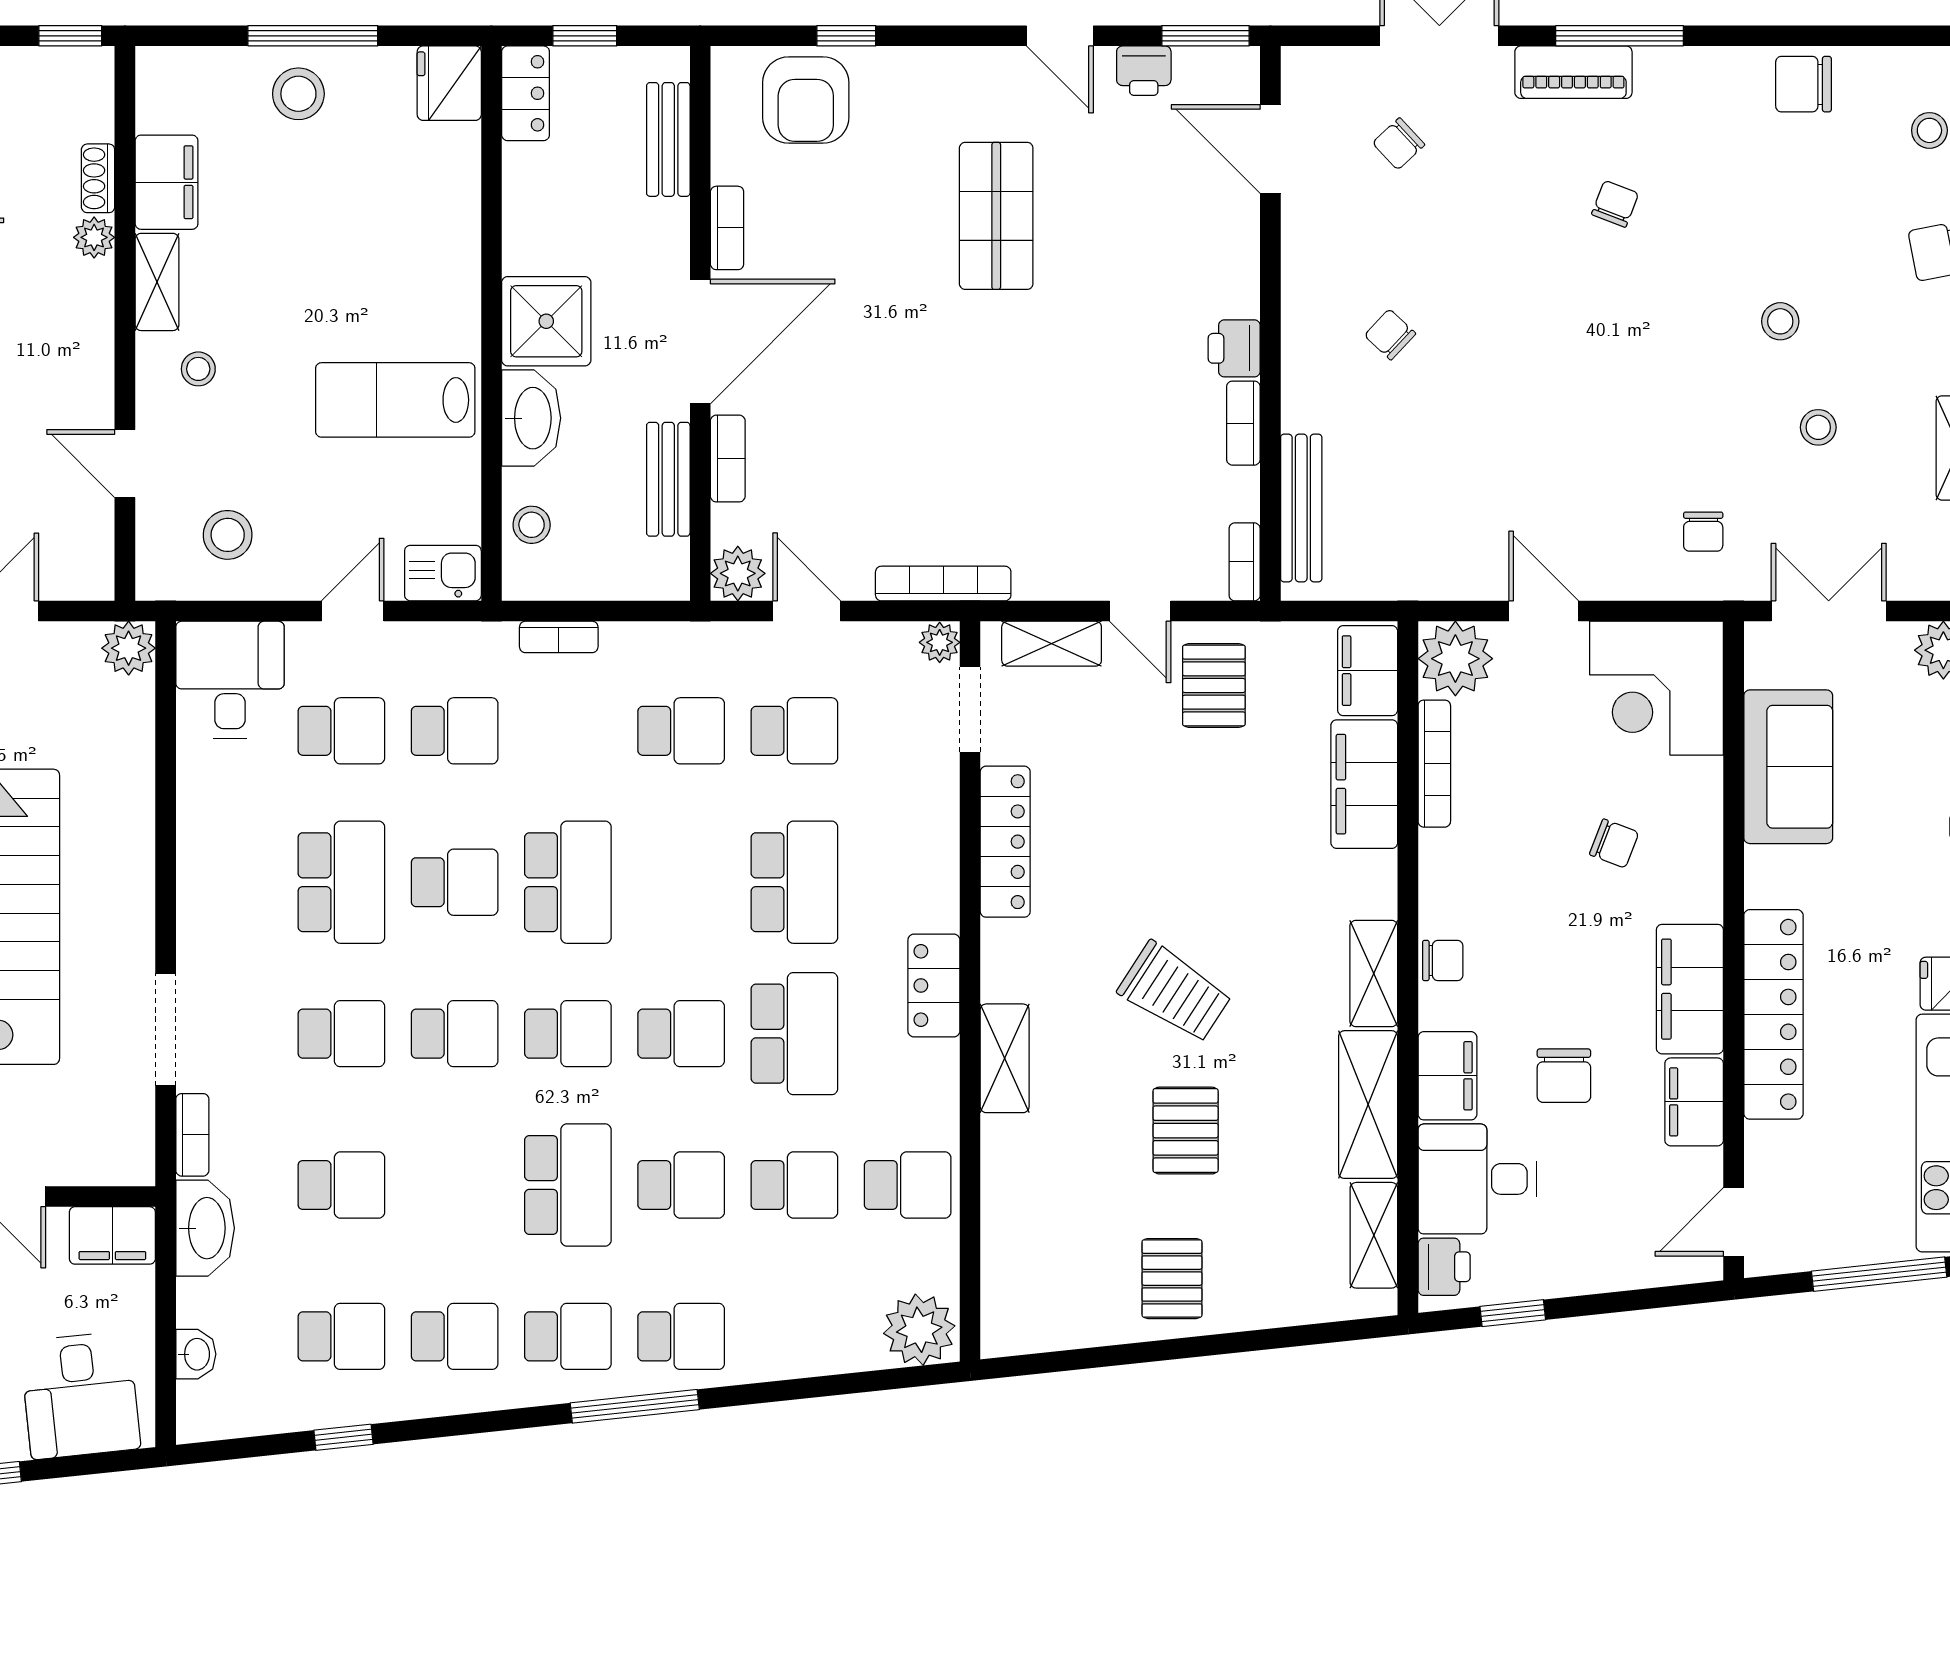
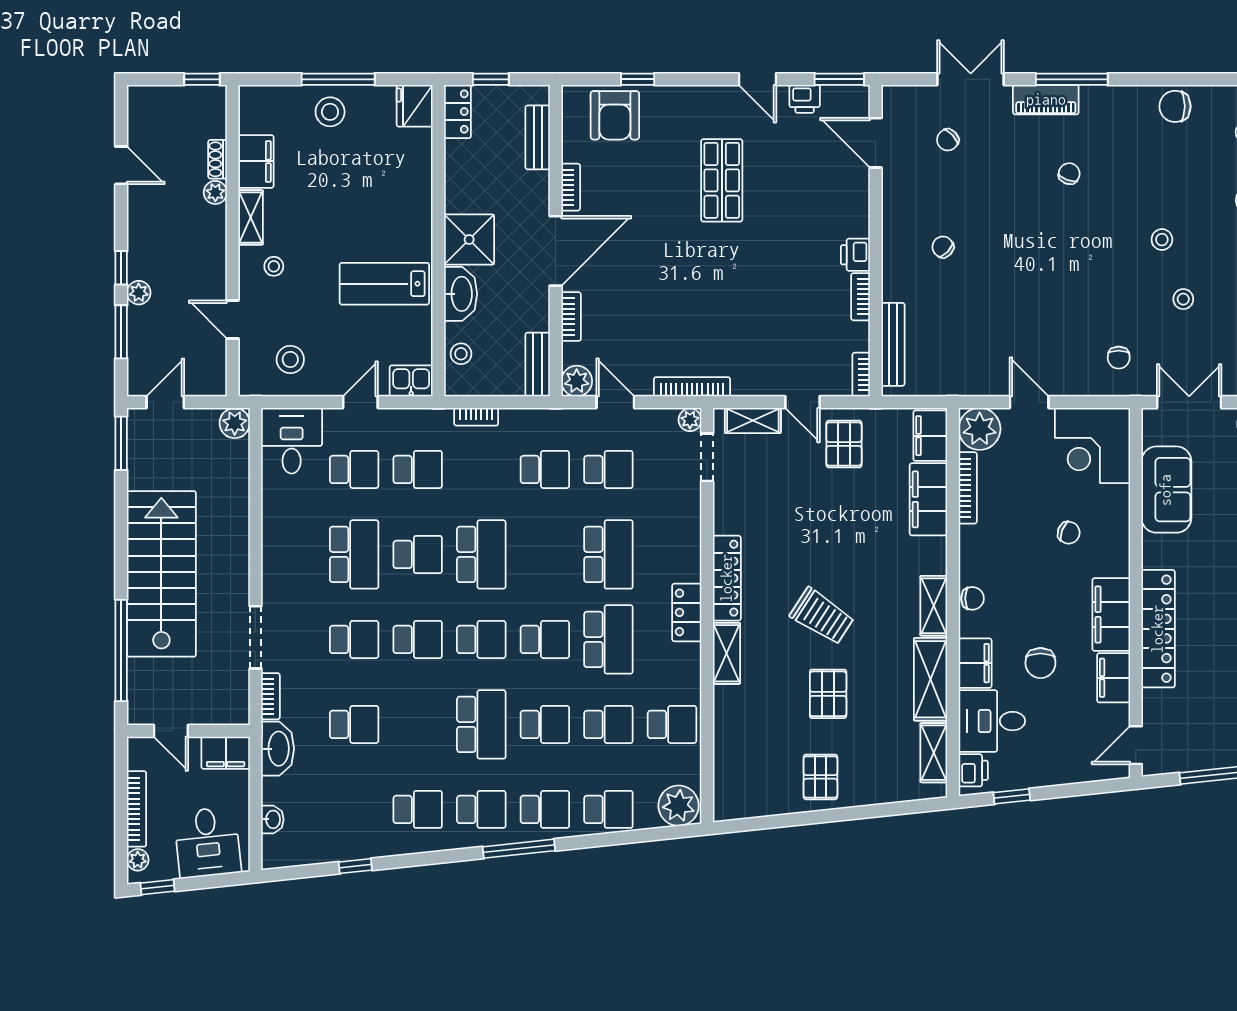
bench: (668, 479) -> (538, 365), moved
locker: (1005, 842) -> (727, 578), moved
school desk: (341, 1336) -> (608, 809), moved

